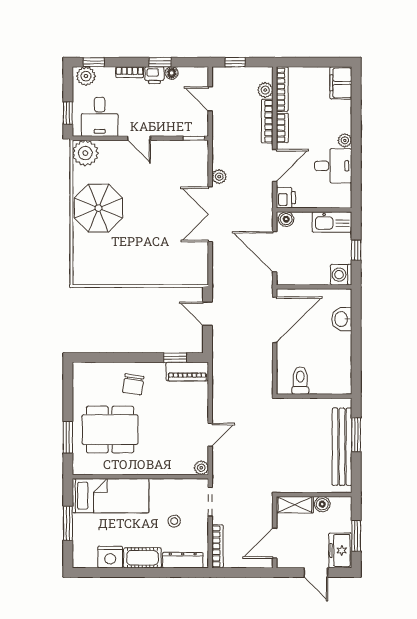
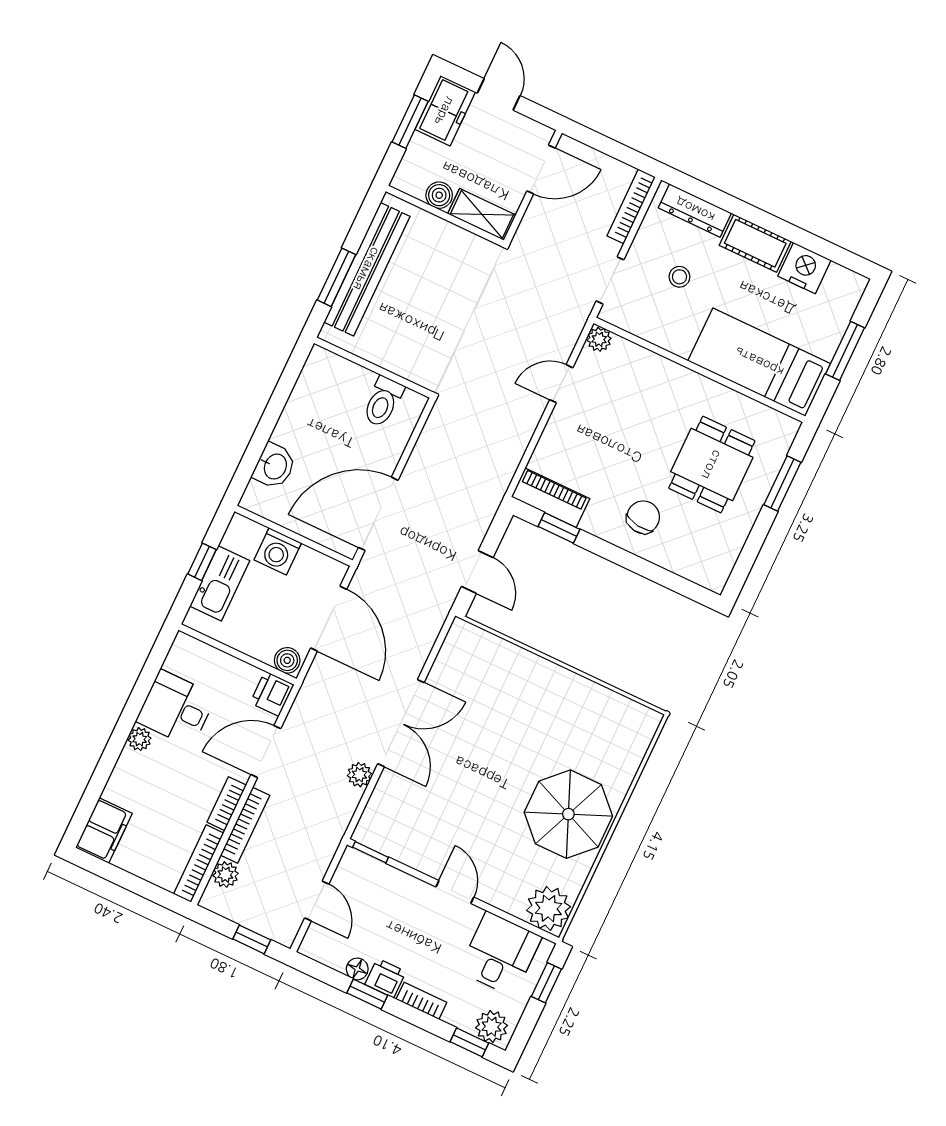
kitchen sink: (332, 222) -> (220, 583), moved, turned 90
washing machine: (341, 275) -> (278, 551), moved, turned 90
dining table: (110, 430) -> (712, 465), width x0.73

